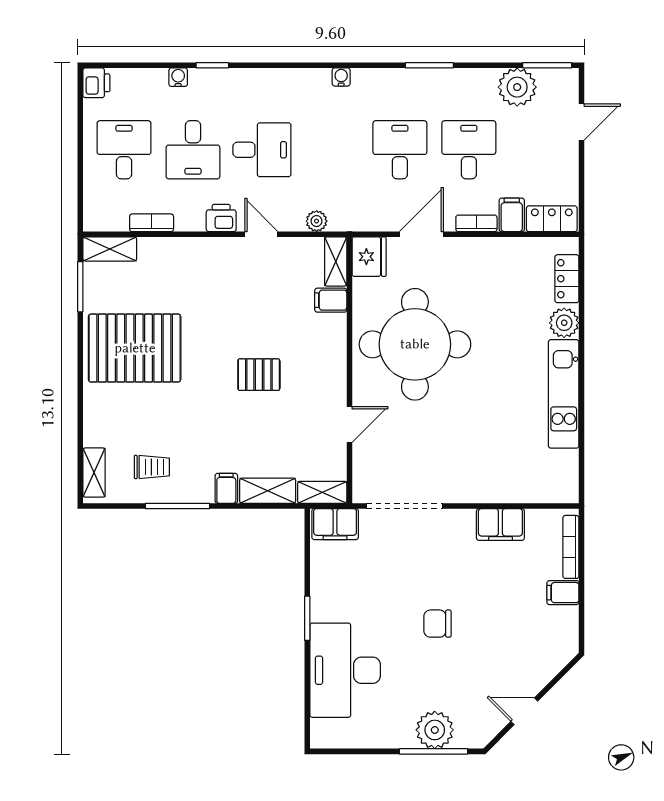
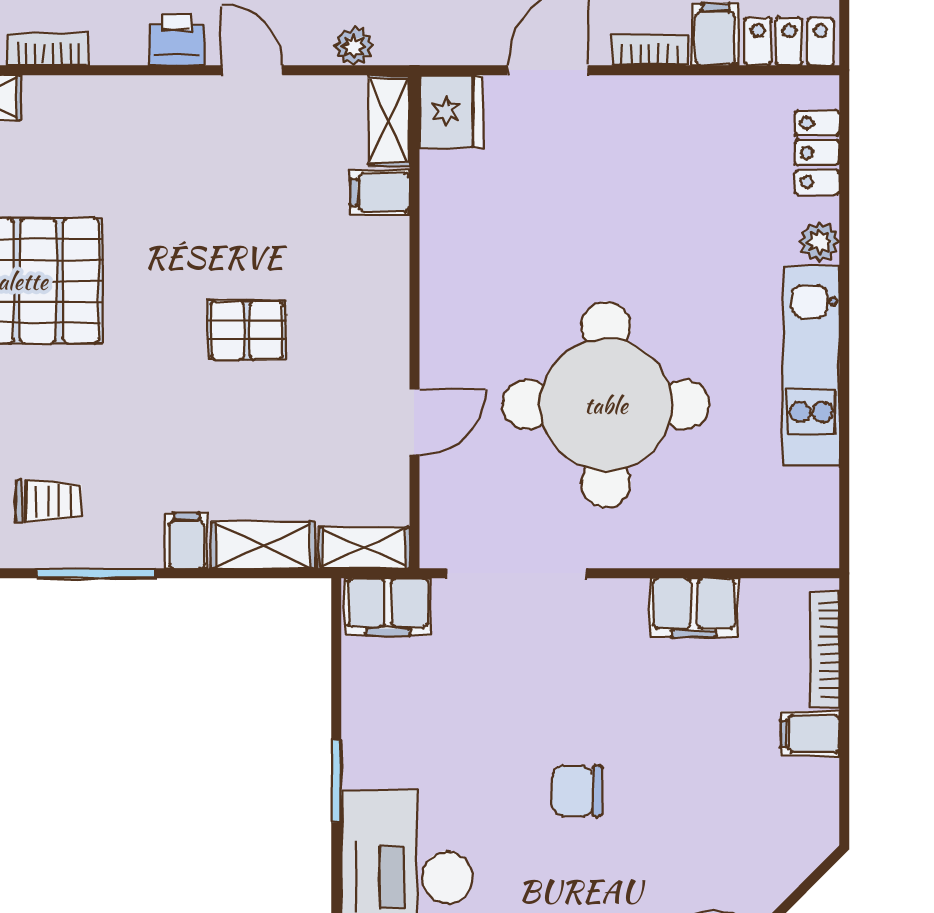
plant: (564, 323) -> (820, 242), width x0.73, depth x0.73
round table: (415, 344) -> (606, 405), moved

